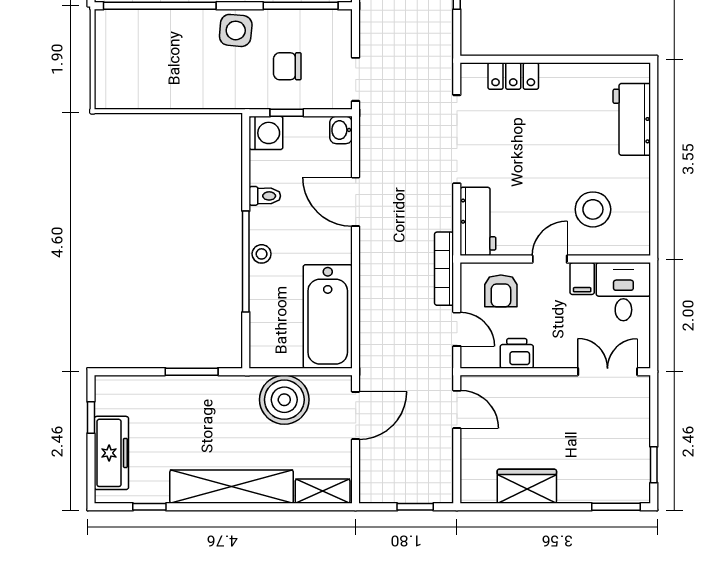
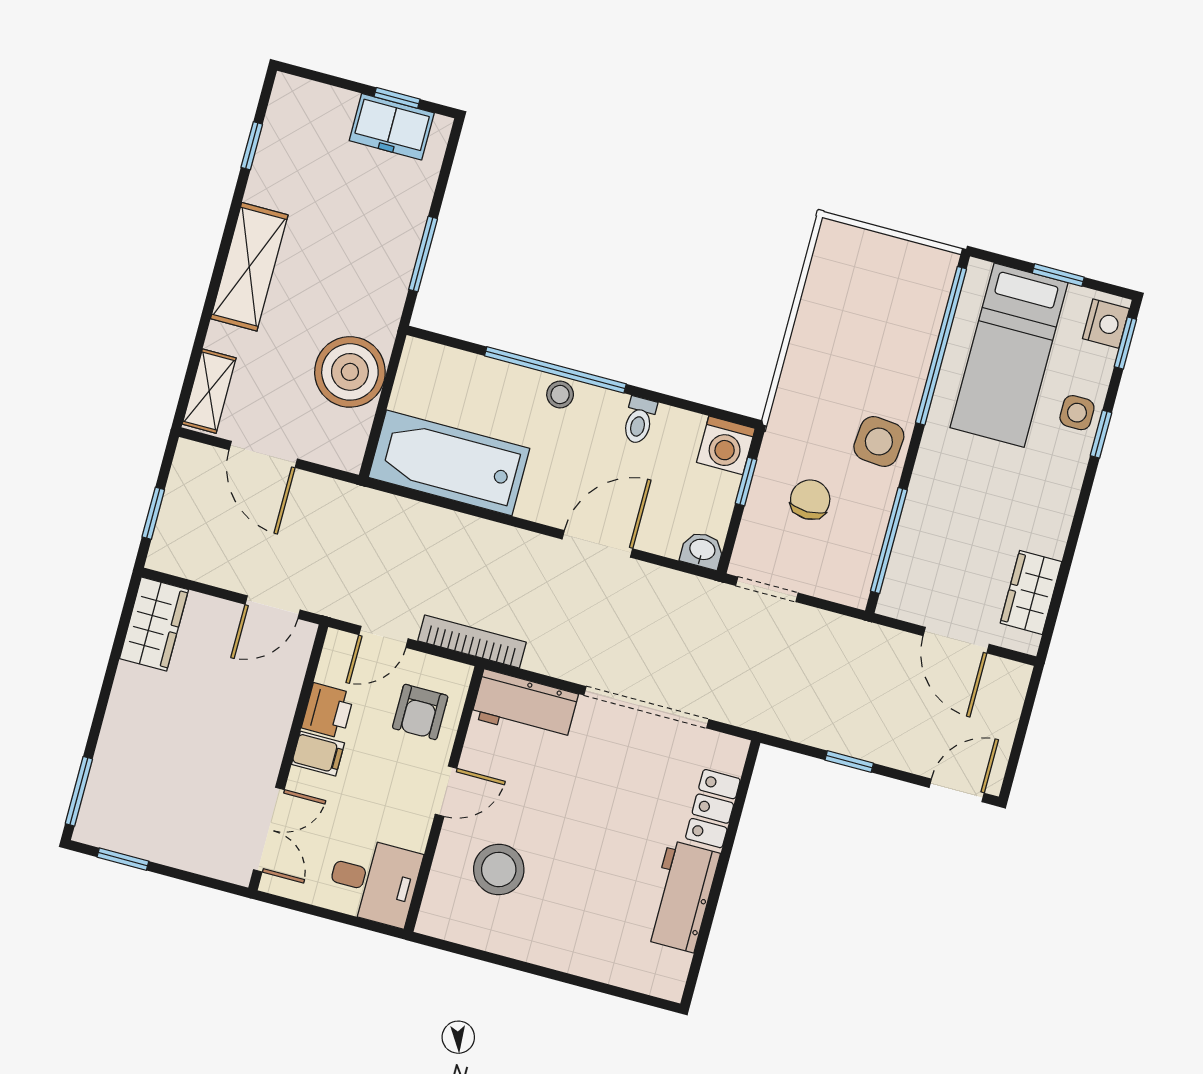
workbench: (632, 119) -> (682, 896), moved, turned -90
door: (550, 259) -> (446, 791), hinge flipped
filing cabinet: (582, 279) -> (318, 754), moved, turned 180
armchair: (501, 291) -> (420, 712), turned -90
door: (356, 415) -> (263, 454), moved
freezer: (111, 453) -> (392, 127), moved, width x0.71
wardrobe: (527, 486) -> (154, 624), moved
shelving: (232, 487) -> (249, 267), width x0.68

